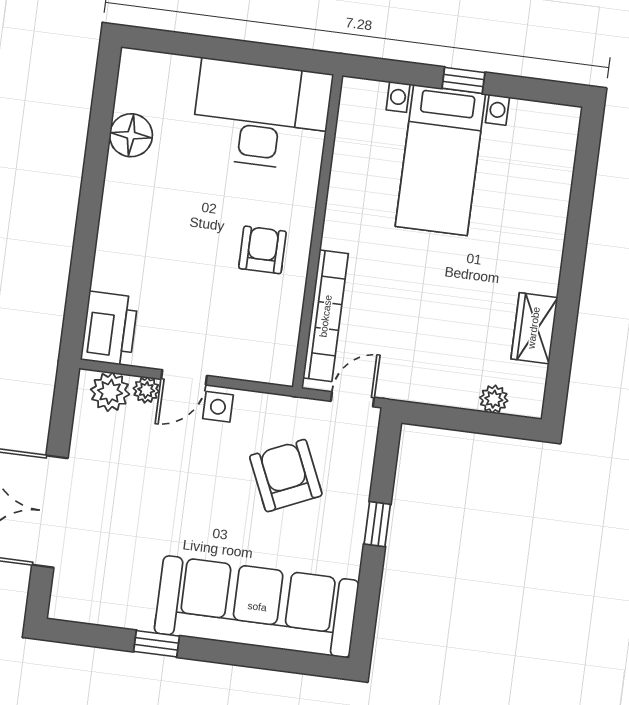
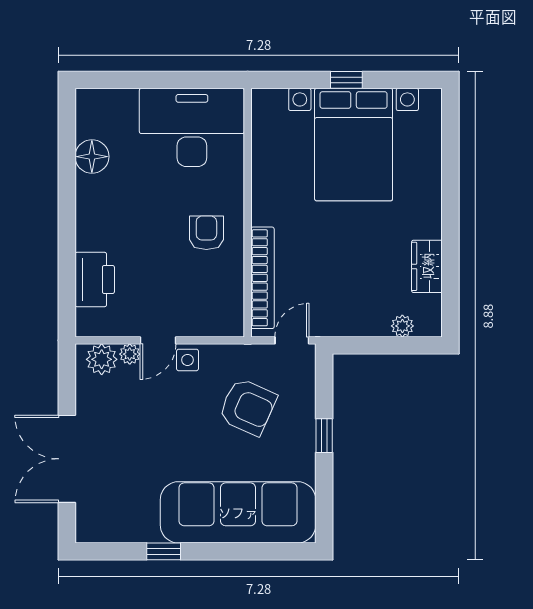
bed with nightstands: (440, 160) -> (354, 145), width x1.36
printer: (109, 329) -> (95, 279), moved
armchair: (286, 476) -> (248, 407), turned 138

